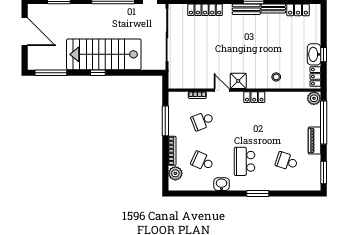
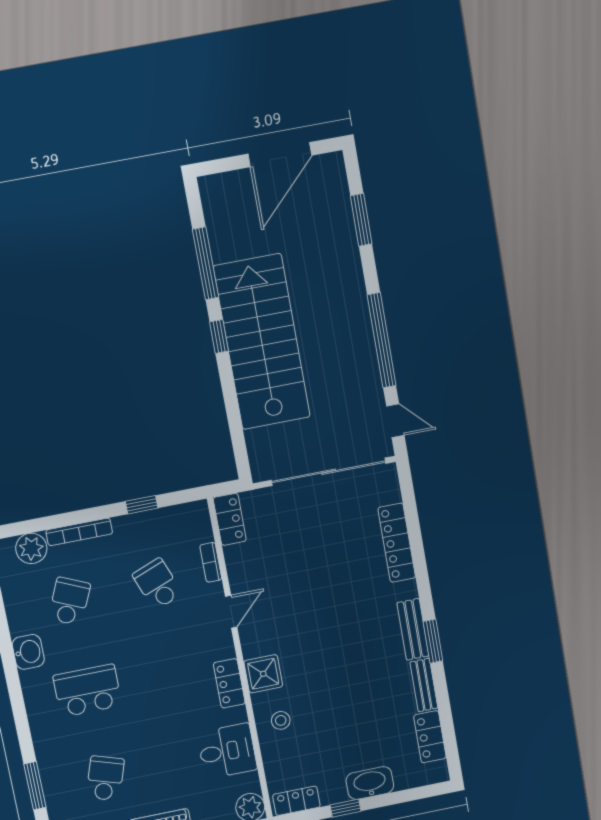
washbasin: (314, 54) -> (370, 783), moved
window: (51, 73) -> (206, 263), moved
shower: (238, 81) -> (263, 674), moved
locker: (180, 83) -> (230, 519), added
desk: (285, 104) -> (227, 751), added
window: (165, 121) -> (142, 505), width x0.46
window: (258, 193) -> (35, 786), moved

